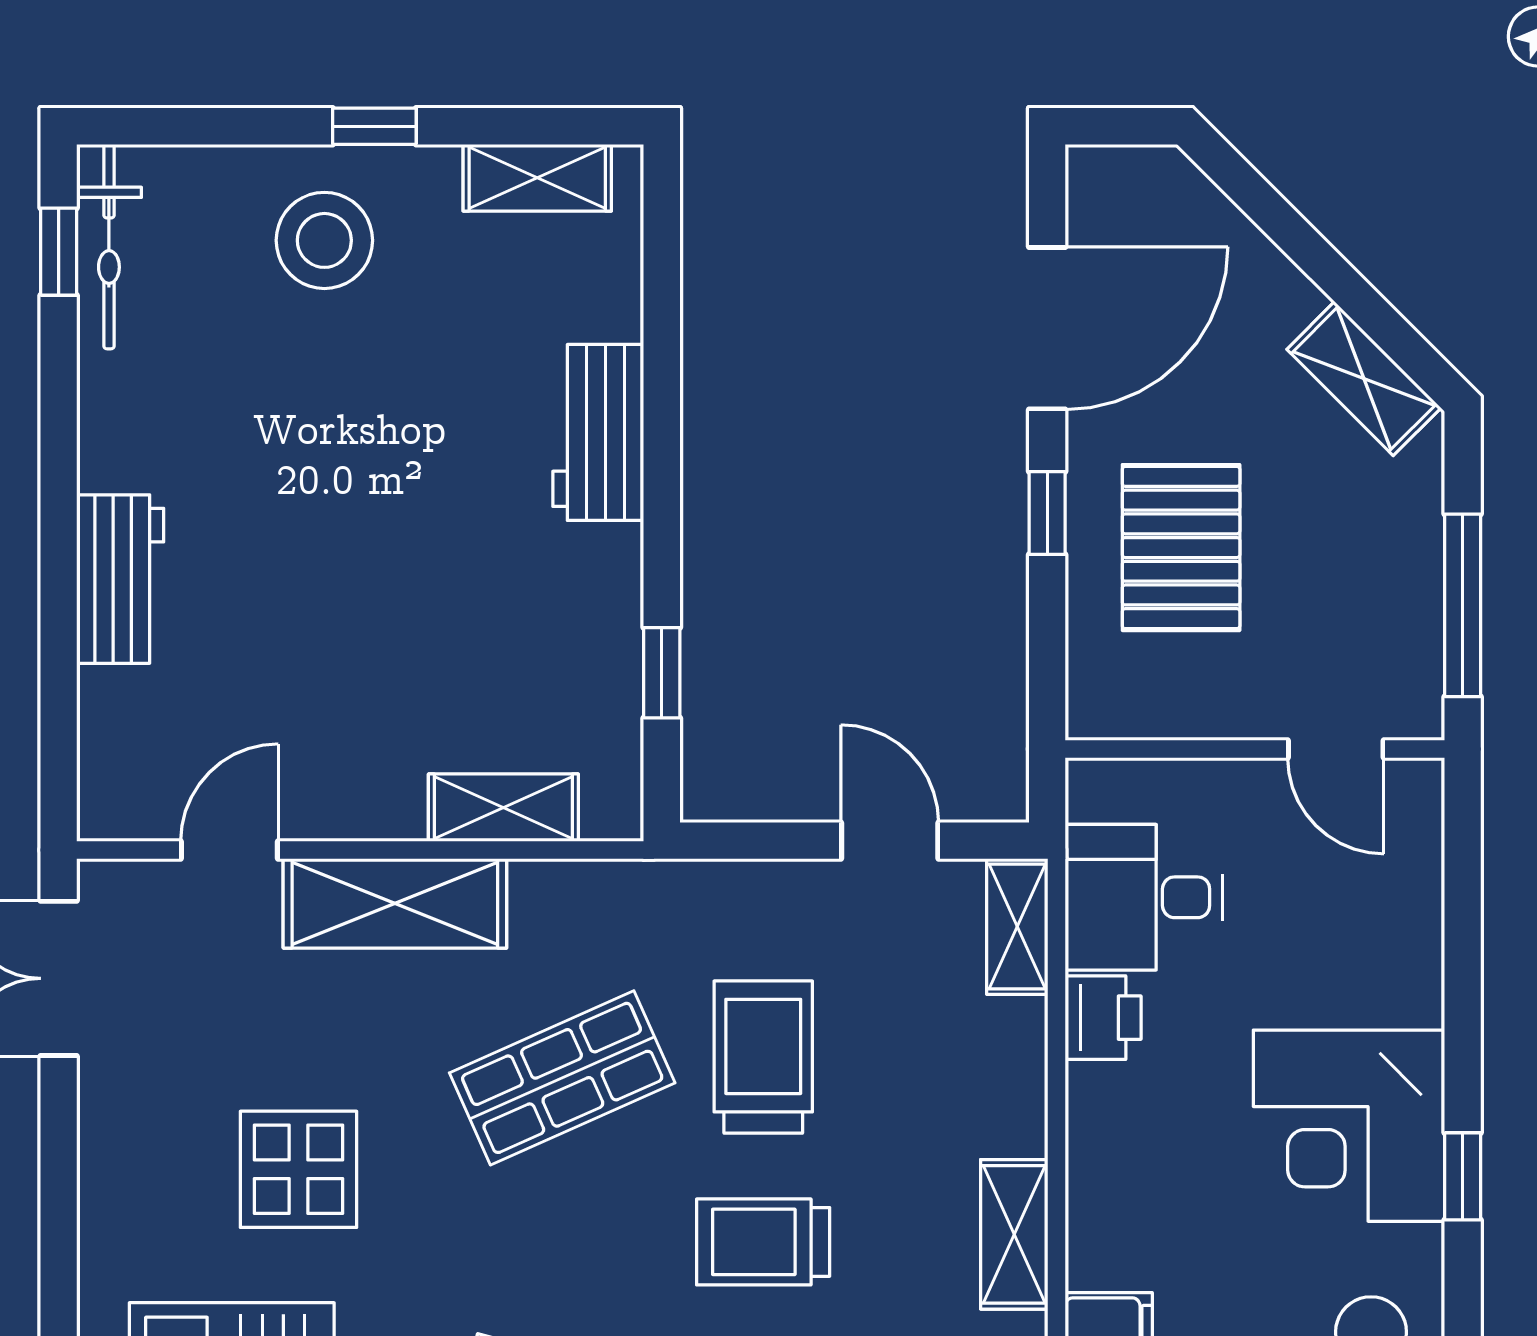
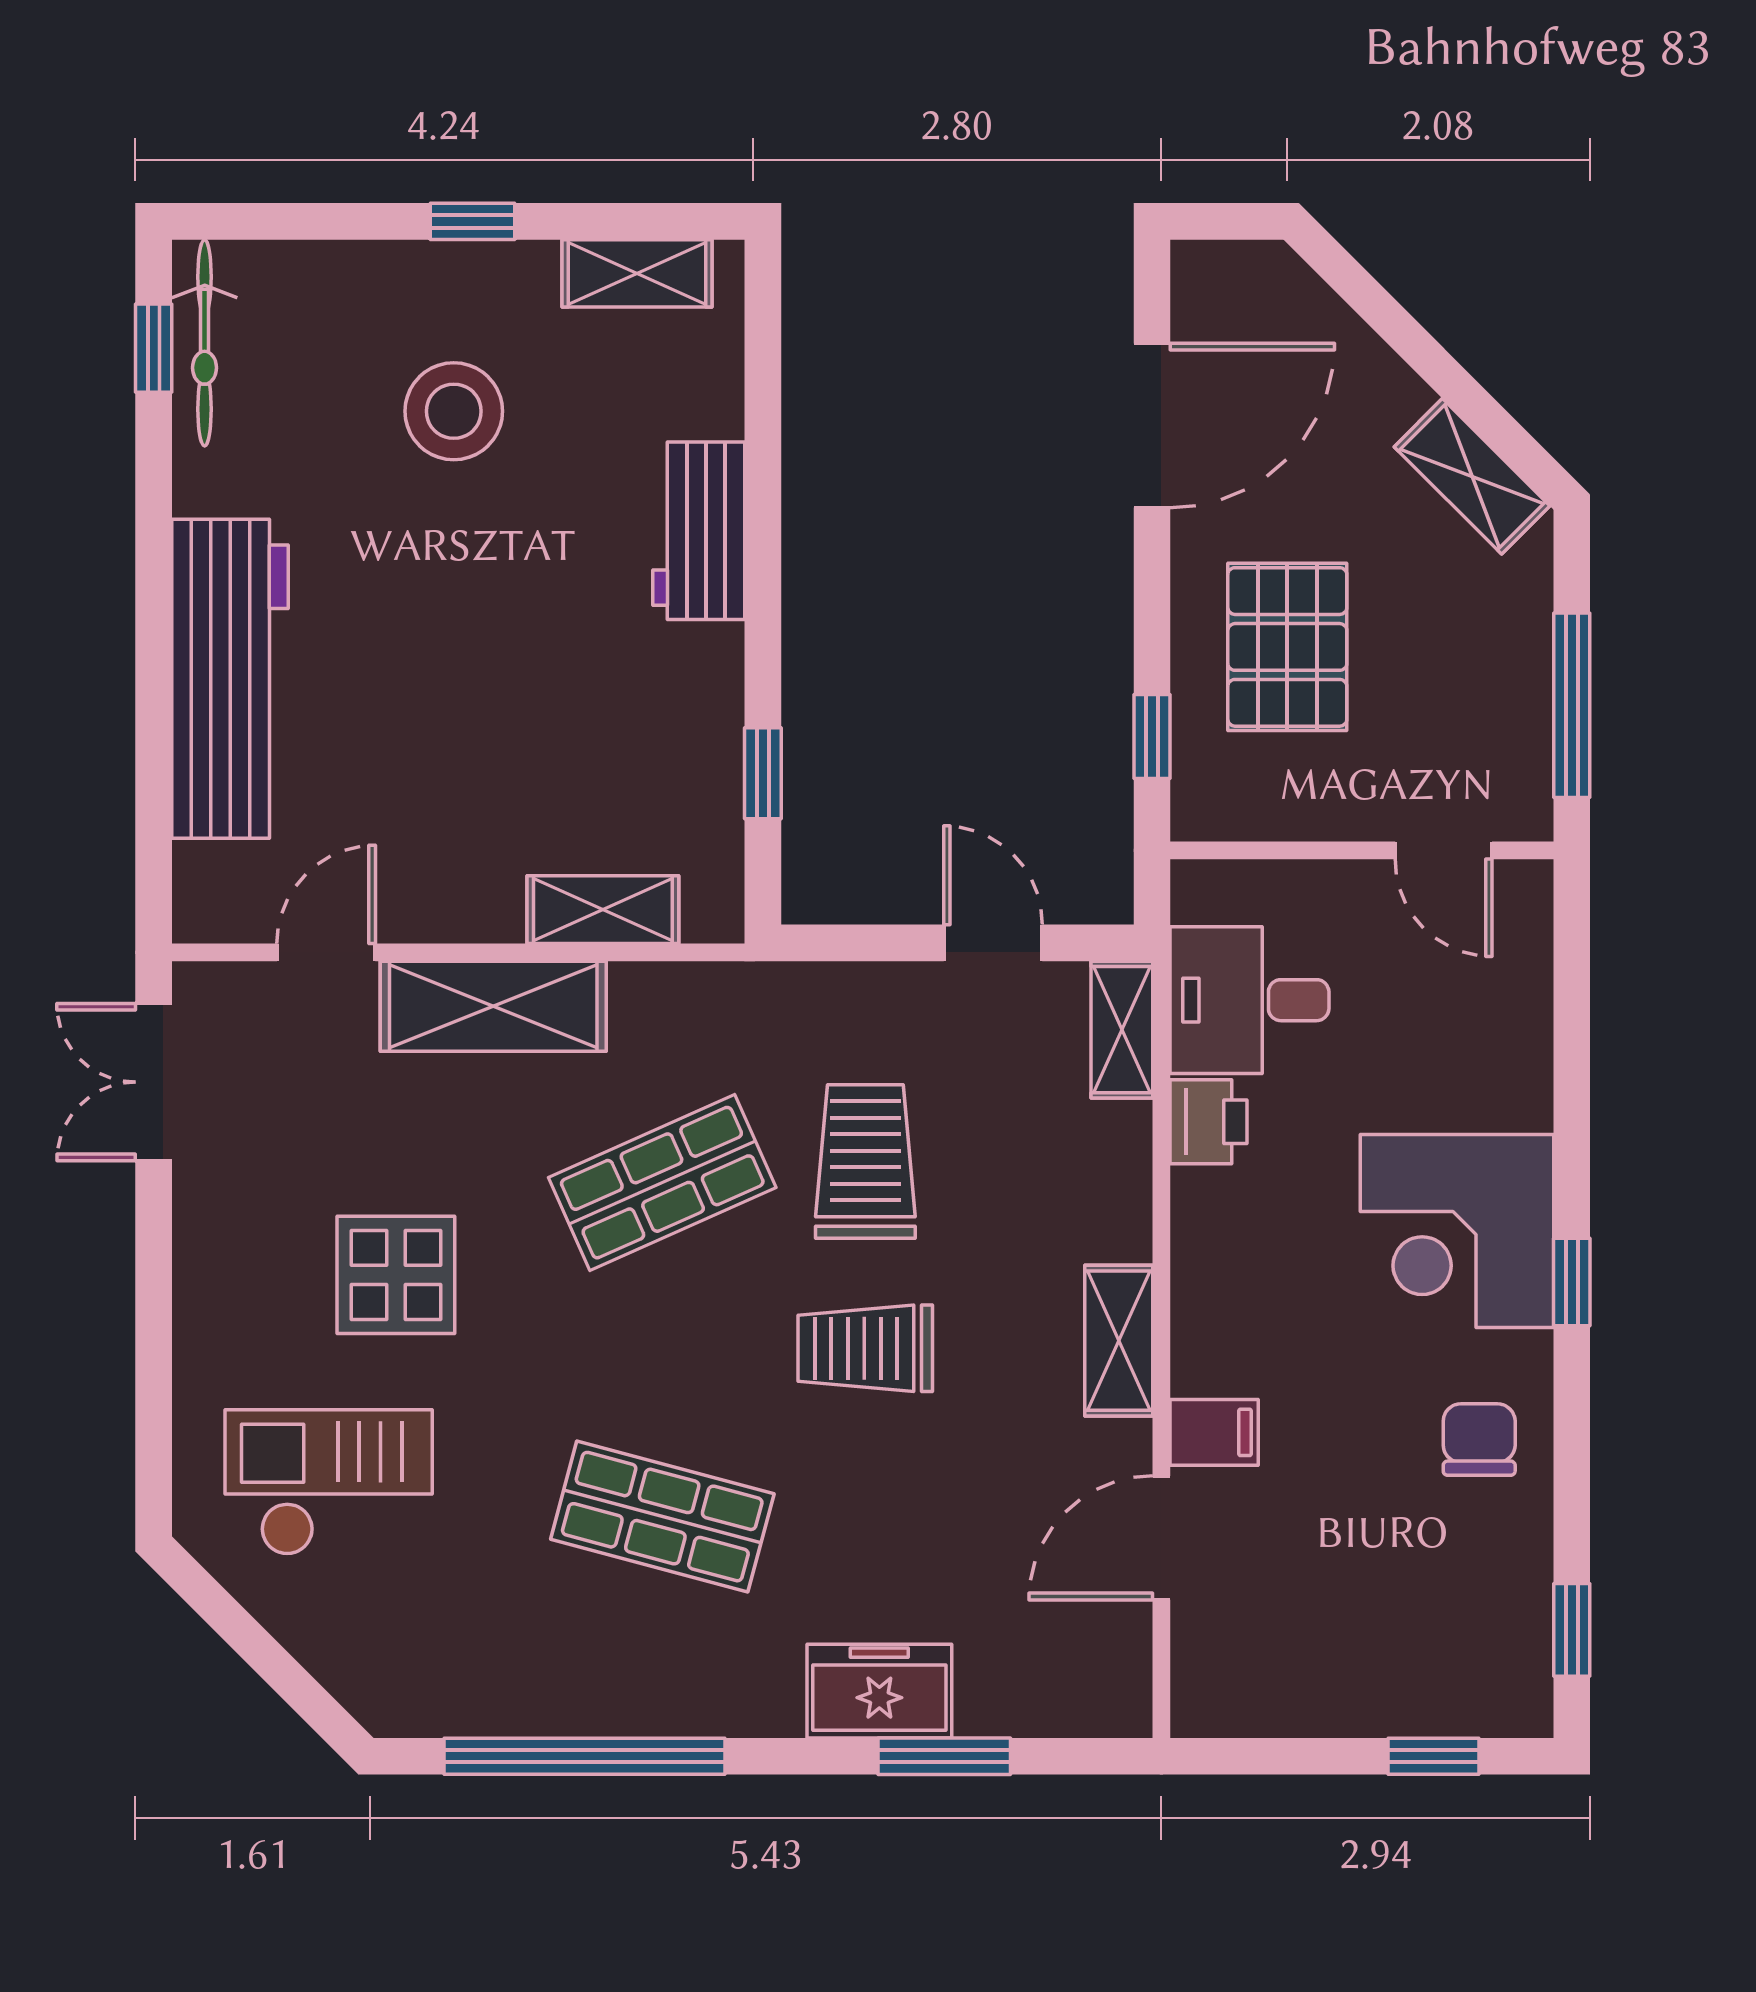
stool: (324, 240) -> (454, 411), moved
window: (1047, 513) -> (1152, 737), moved
workbench: (120, 579) -> (230, 679), width x1.87, depth x1.32

